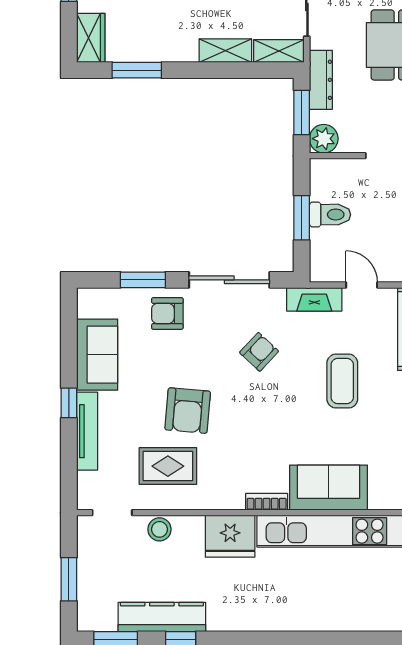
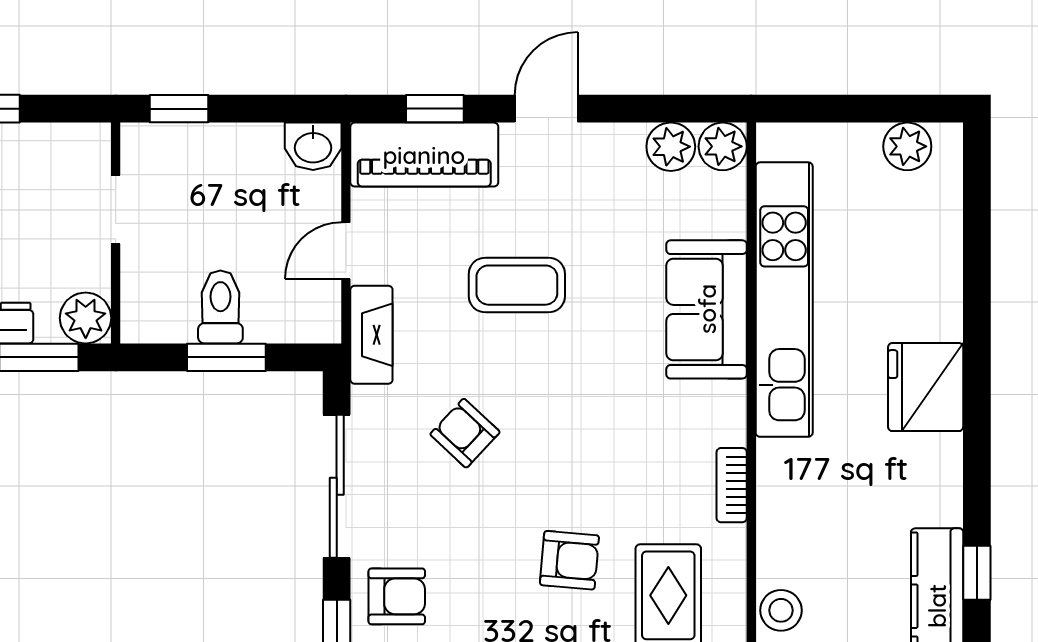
armchair: (167, 314) -> (397, 596), turned -90
armchair: (188, 411) -> (569, 560), width x0.72, depth x0.72
bookcase: (267, 502) -> (732, 485), moved
fridge: (230, 536) -> (926, 387), moved, turned 180

